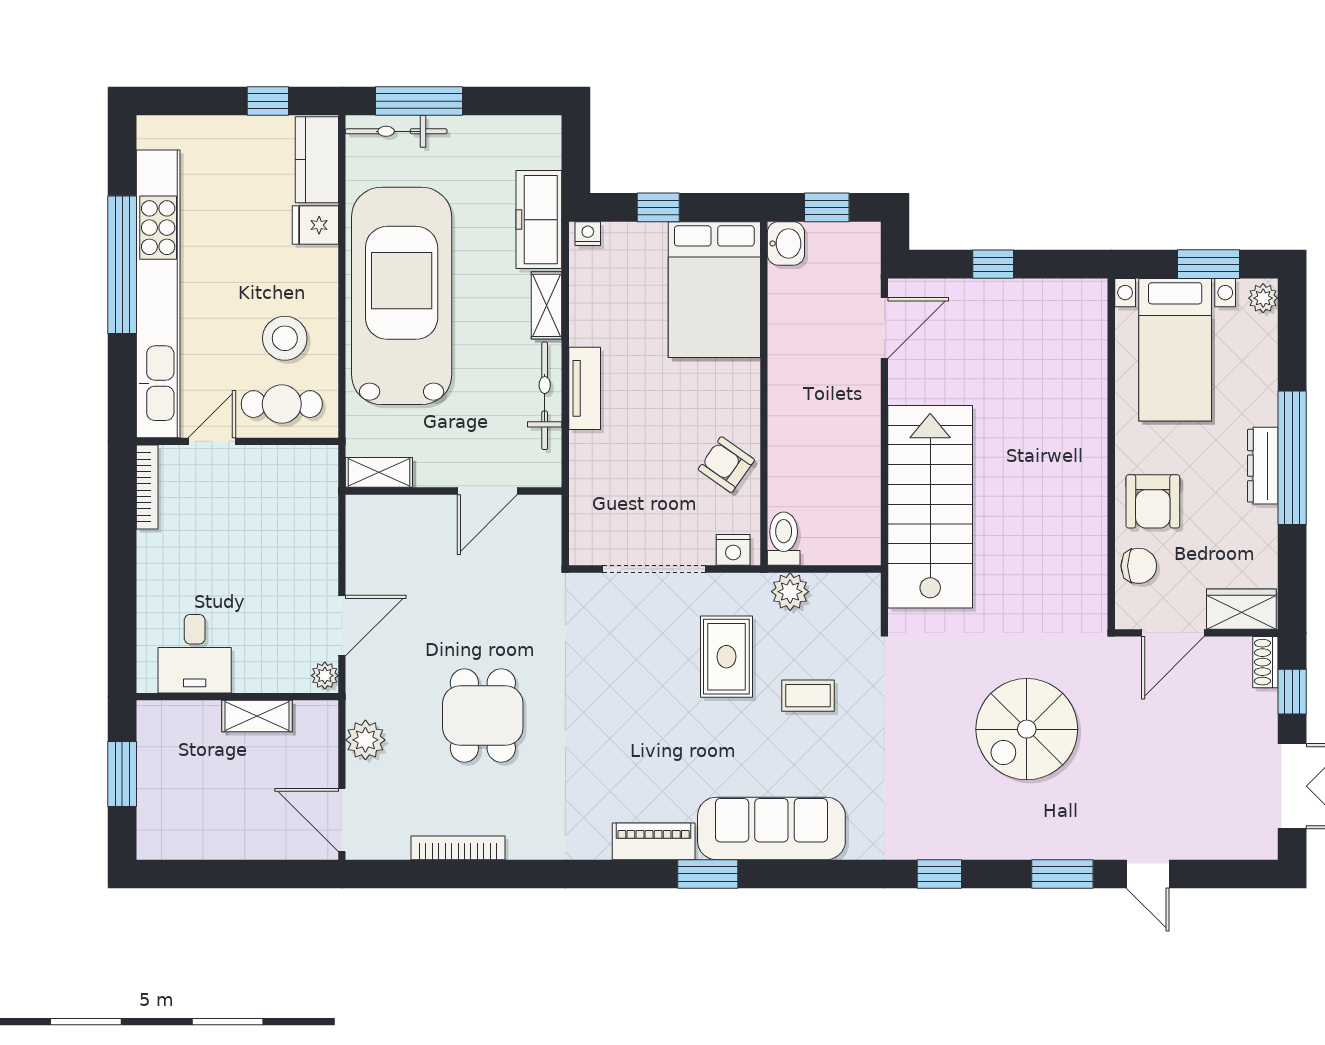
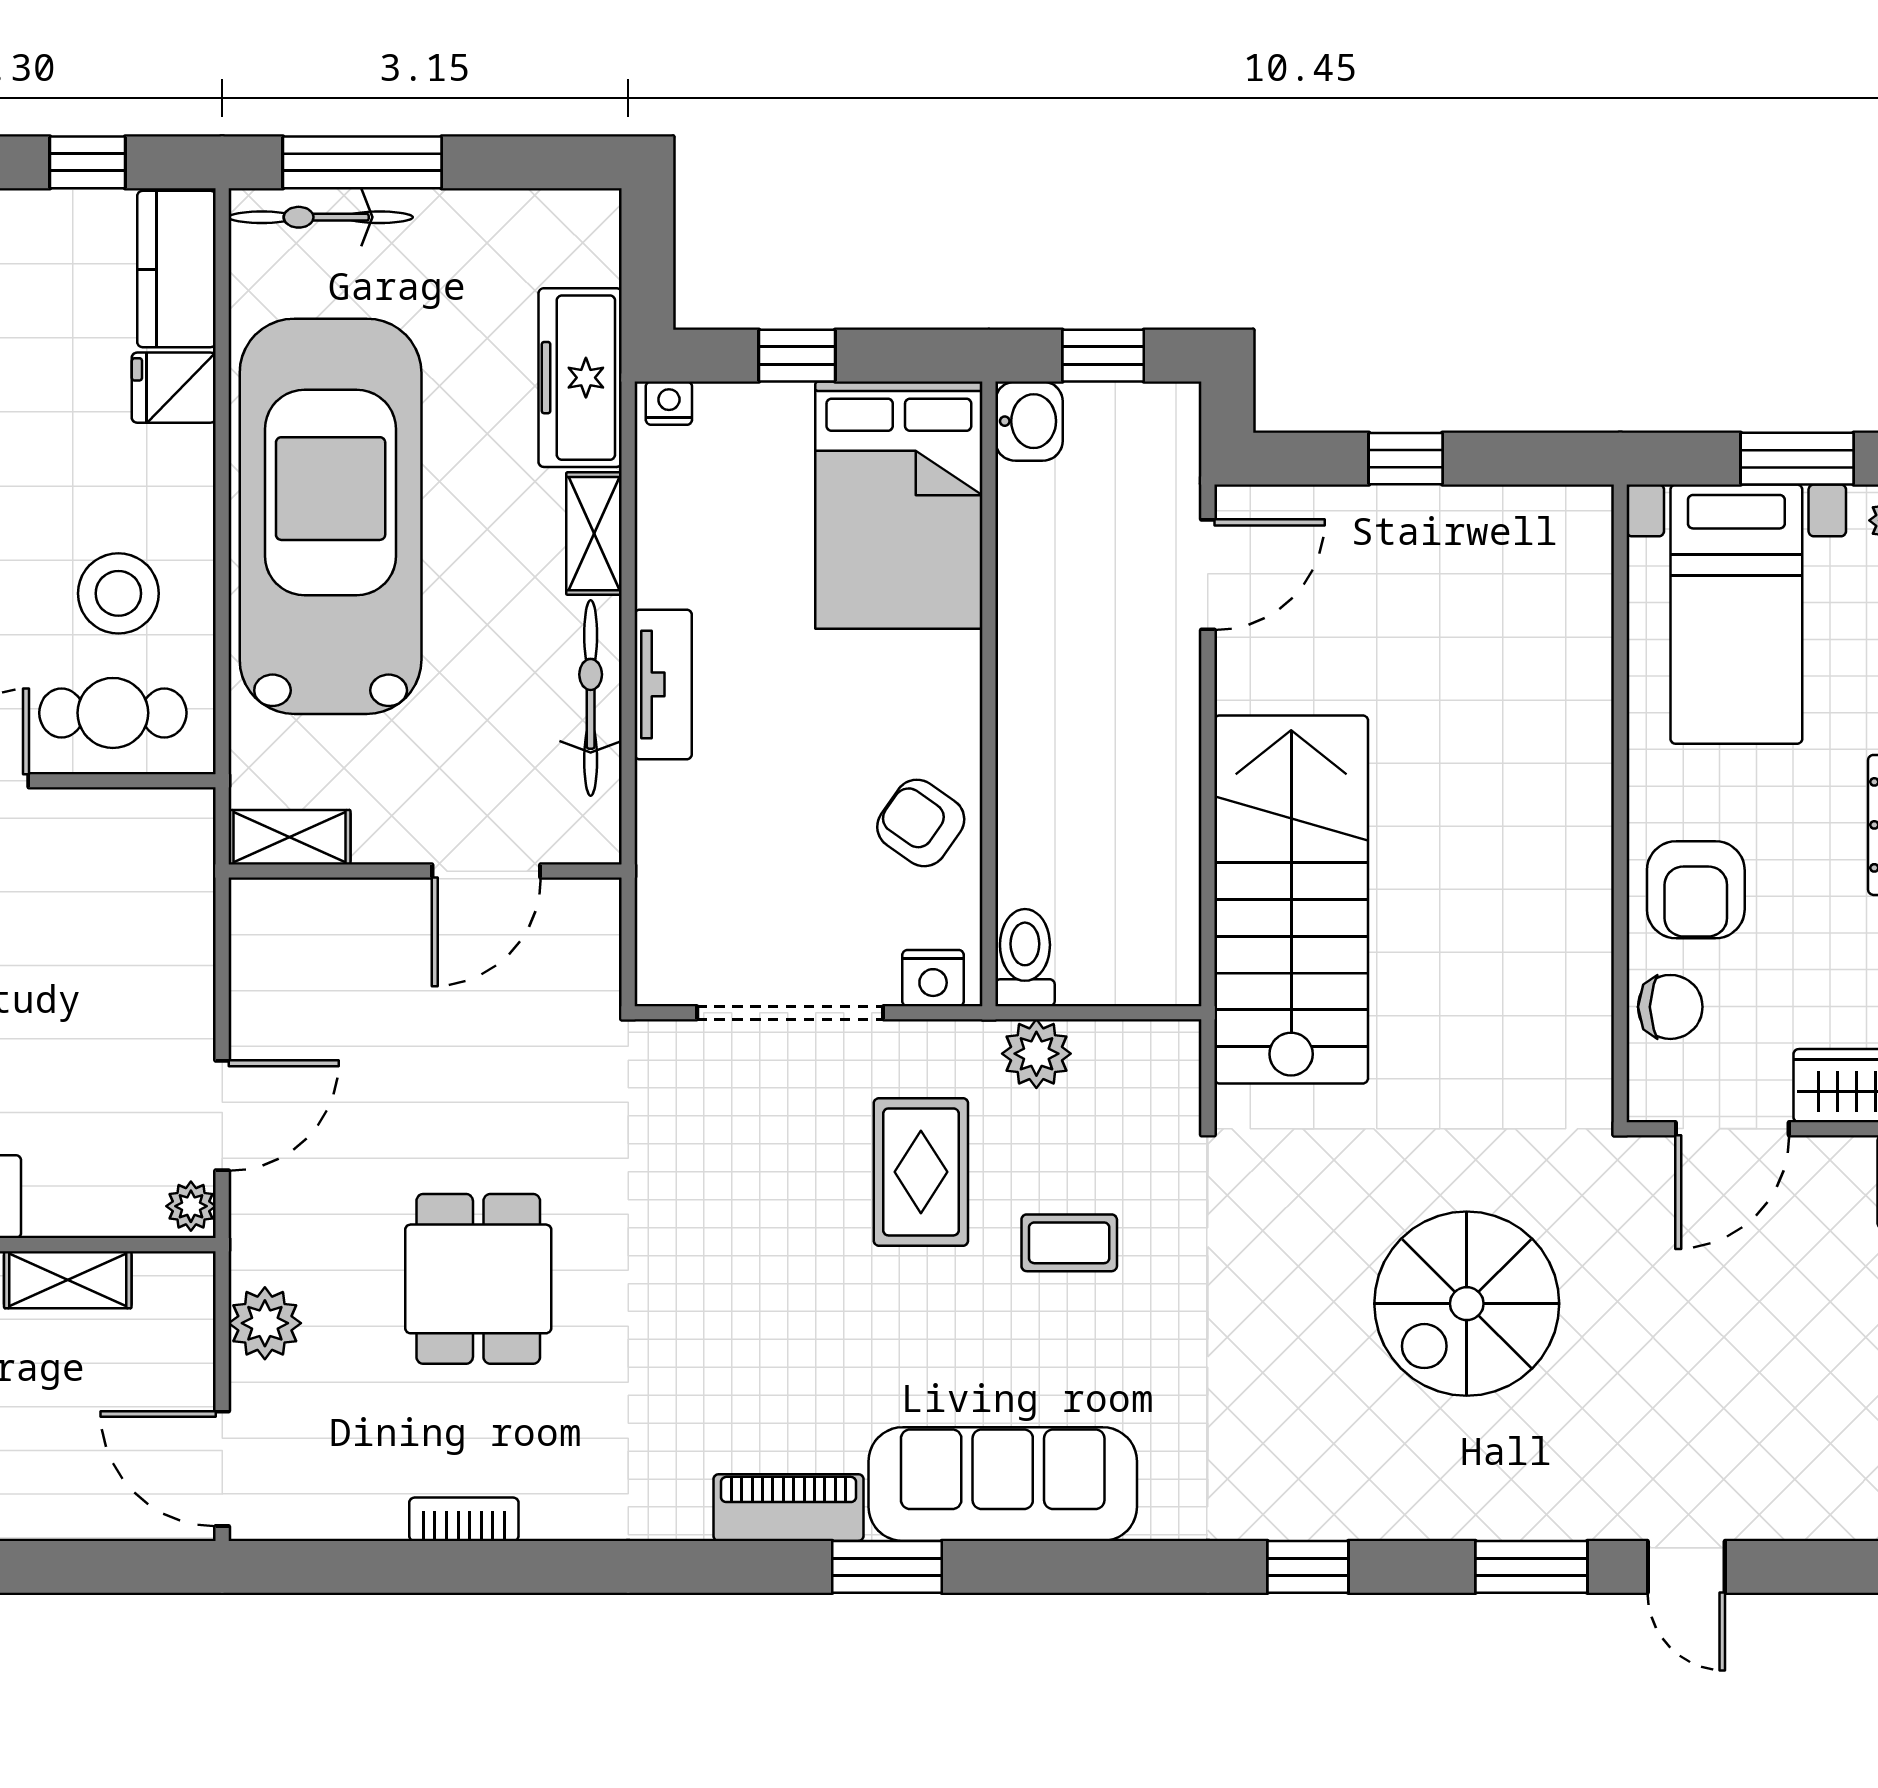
bookcase: (458, 848) -> (464, 1519), width x0.64

